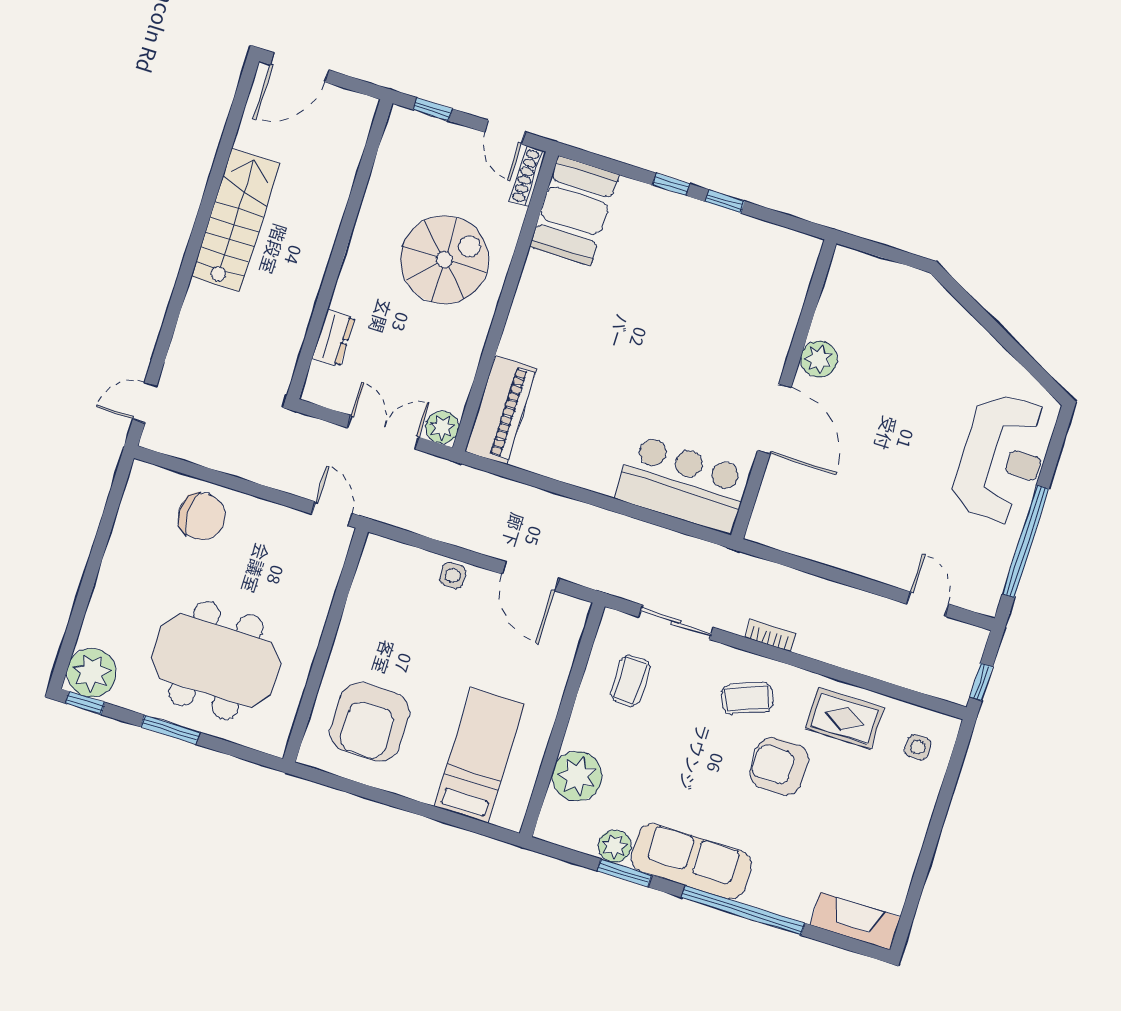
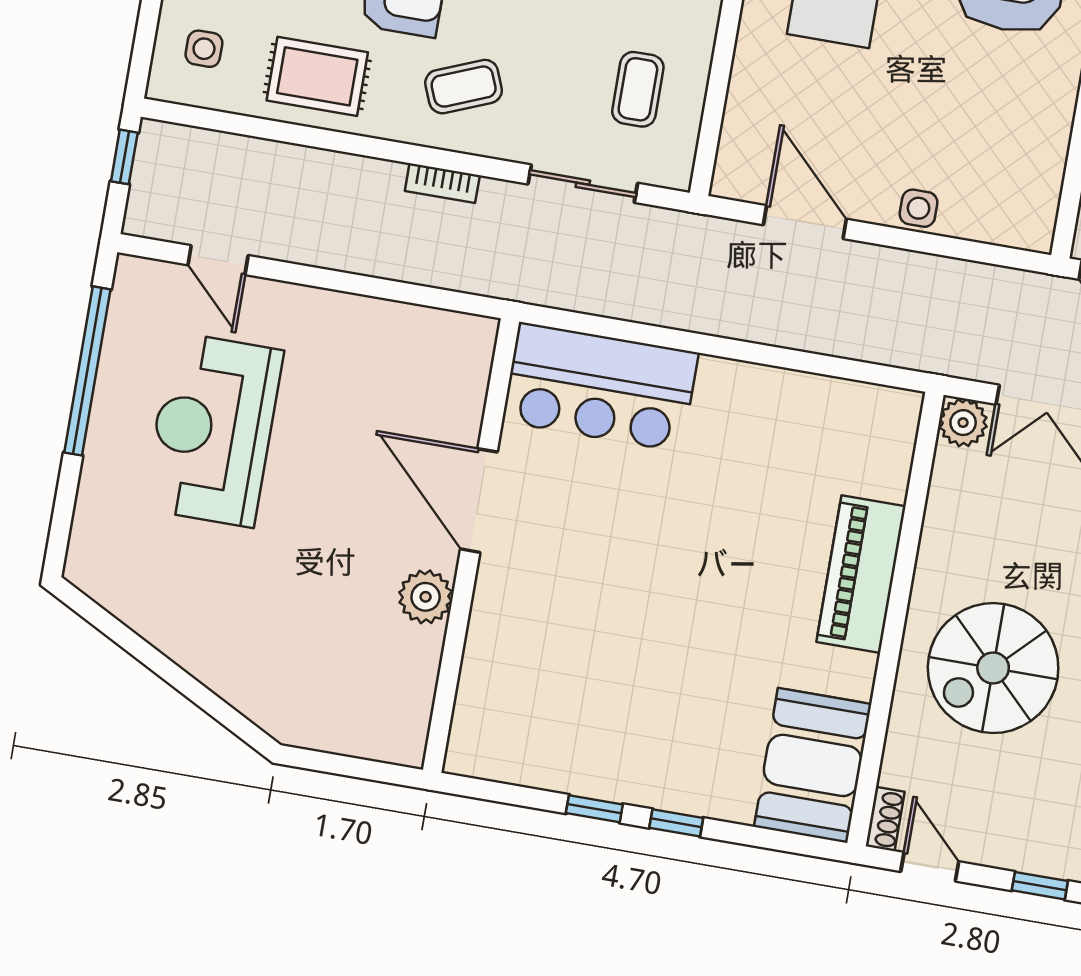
shoe rack: (528, 177) -> (885, 819), width x0.70
piano: (501, 410) -> (861, 574), moved
reception desk: (1002, 459) -> (213, 430), moved

